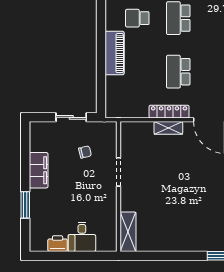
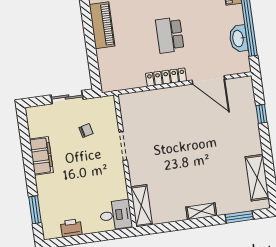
shelving: (168, 128) -> (201, 211), moved
window: (25, 205) -> (35, 210), moved
desk: (82, 237) -> (116, 215), moved, turned -90

